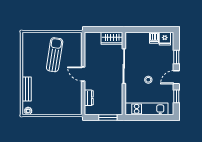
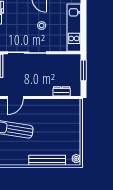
door: (83, 74) -> (15, 98), moved
bench: (27, 89) -> (47, 160), width x1.36

